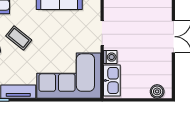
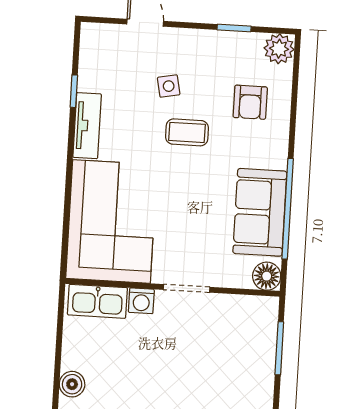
coffee table: (19, 38) -> (187, 132), turned 51

